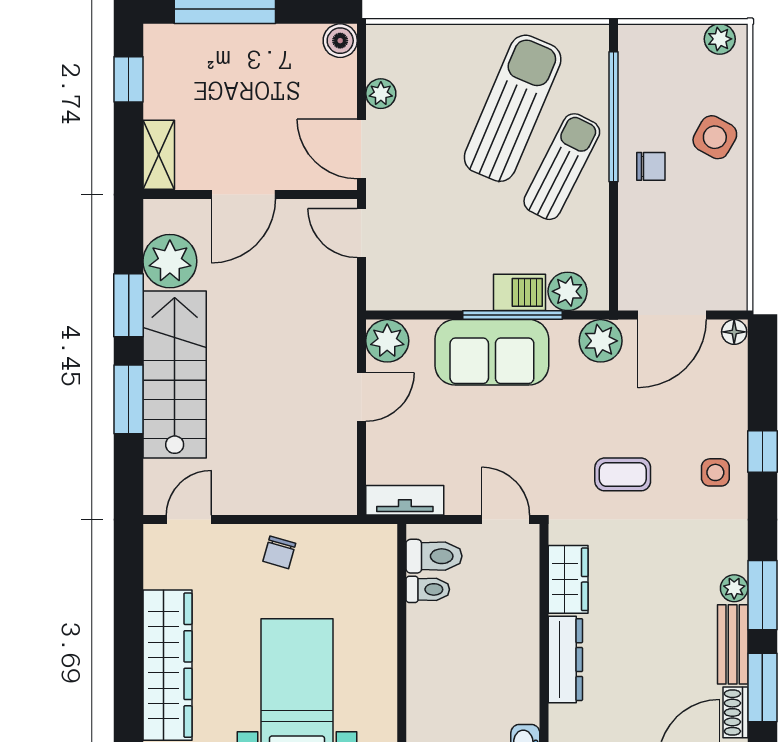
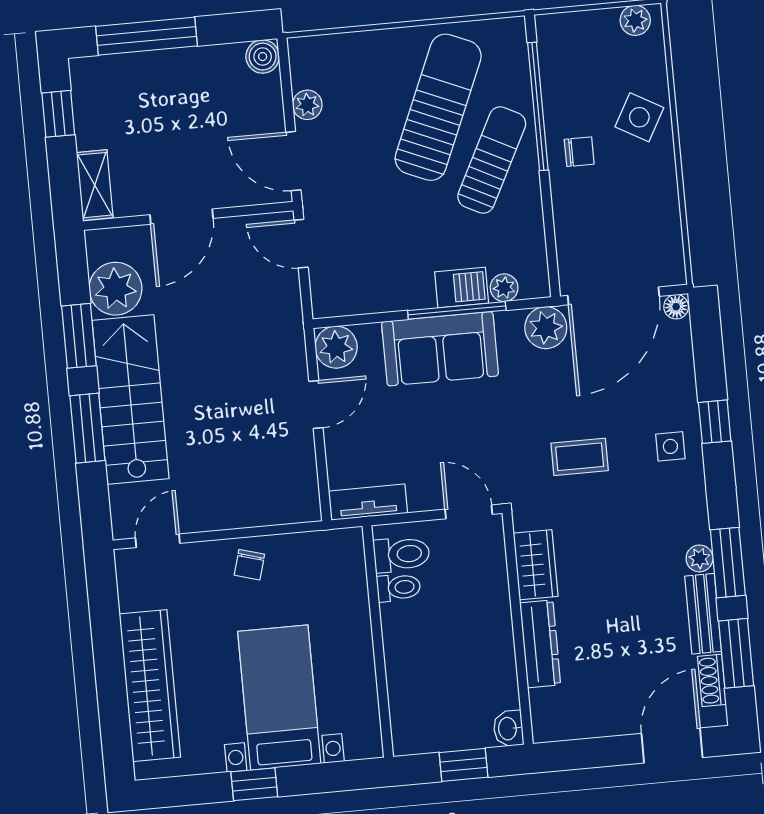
plant: (568, 291) -> (504, 288), width x0.73, depth x0.73
door: (672, 315) -> (613, 296), width x1.36

